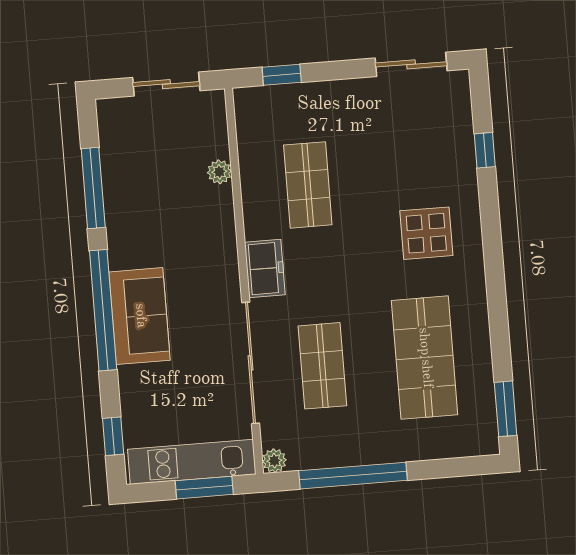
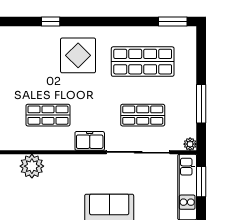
window: (485, 150) -> (51, 22), moved
plant: (219, 172) -> (32, 166), width x1.88, depth x1.88
display table: (426, 233) -> (78, 55), width x1.36, depth x1.36
window: (353, 476) -> (201, 104), width x0.68

